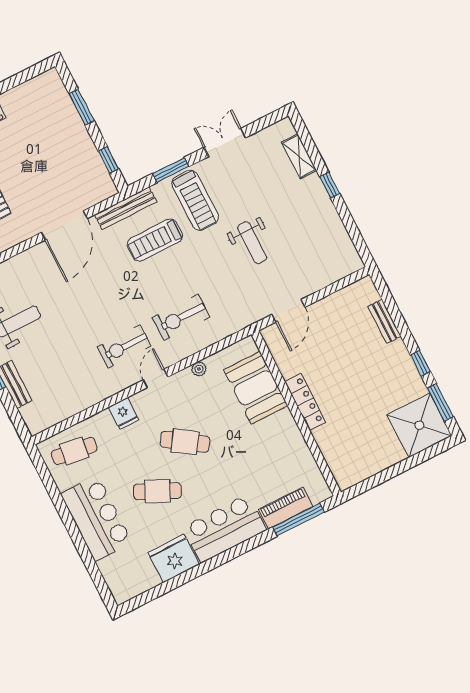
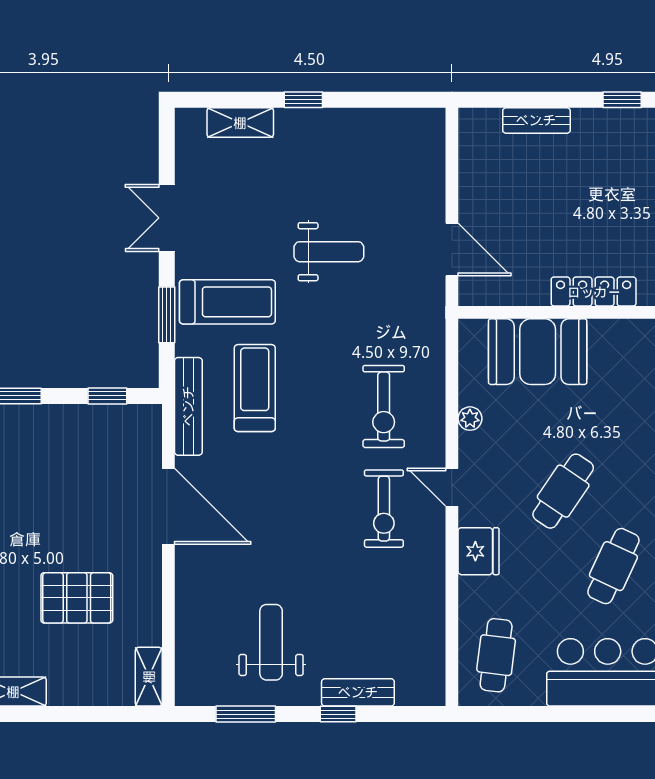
treadmill: (155, 240) -> (255, 388), turned 180
fridge: (124, 413) -> (479, 551), width x1.38

